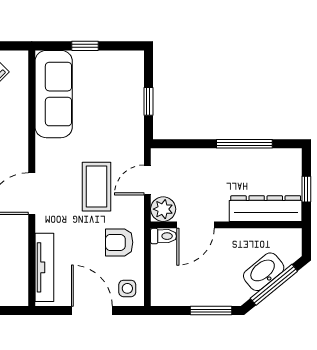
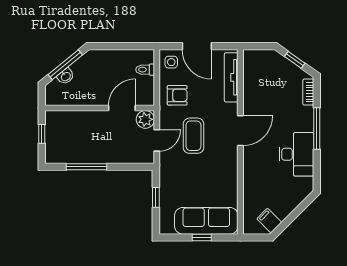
sofa: (54, 94) -> (206, 221), moved, turned 90
dresser: (266, 209) -> (71, 120), removed
toilet: (163, 236) -> (145, 70), moved
washbasin: (264, 272) -> (66, 76), width x0.52, depth x0.69
window: (211, 310) -> (111, 46), removed

